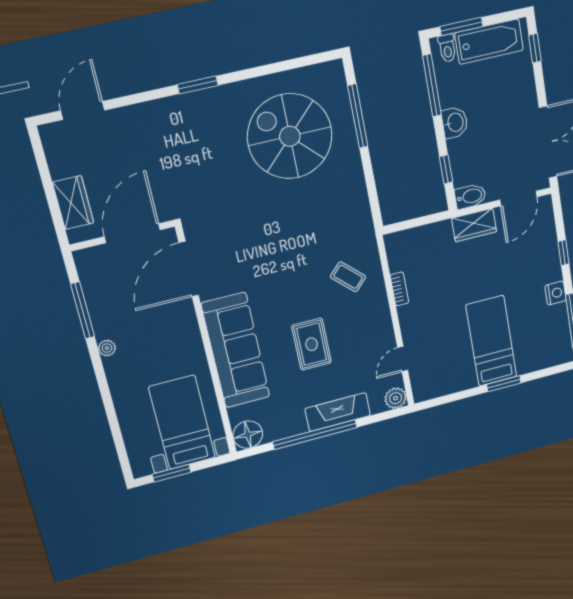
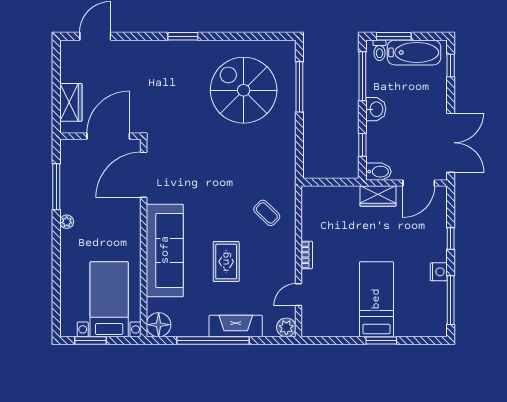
bookcase: (399, 289) -> (307, 255), moved

